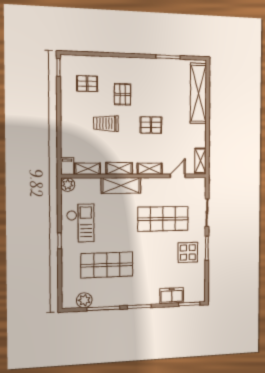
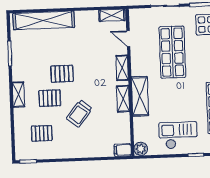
pallet: (87, 84) -> (42, 133), turned 90
trolley: (106, 123) -> (79, 113), turned 38
pallet: (151, 125) -> (62, 74), moved, turned 90
shelving: (88, 169) -> (18, 95), moved

